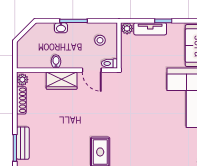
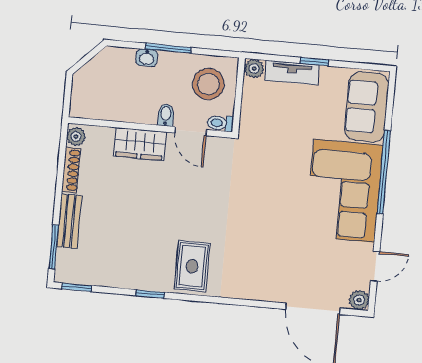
stool: (100, 40) -> (208, 84), width x1.89, depth x1.89
bidet: (56, 62) -> (166, 115), moved
bench: (23, 143) -> (69, 221), moved

